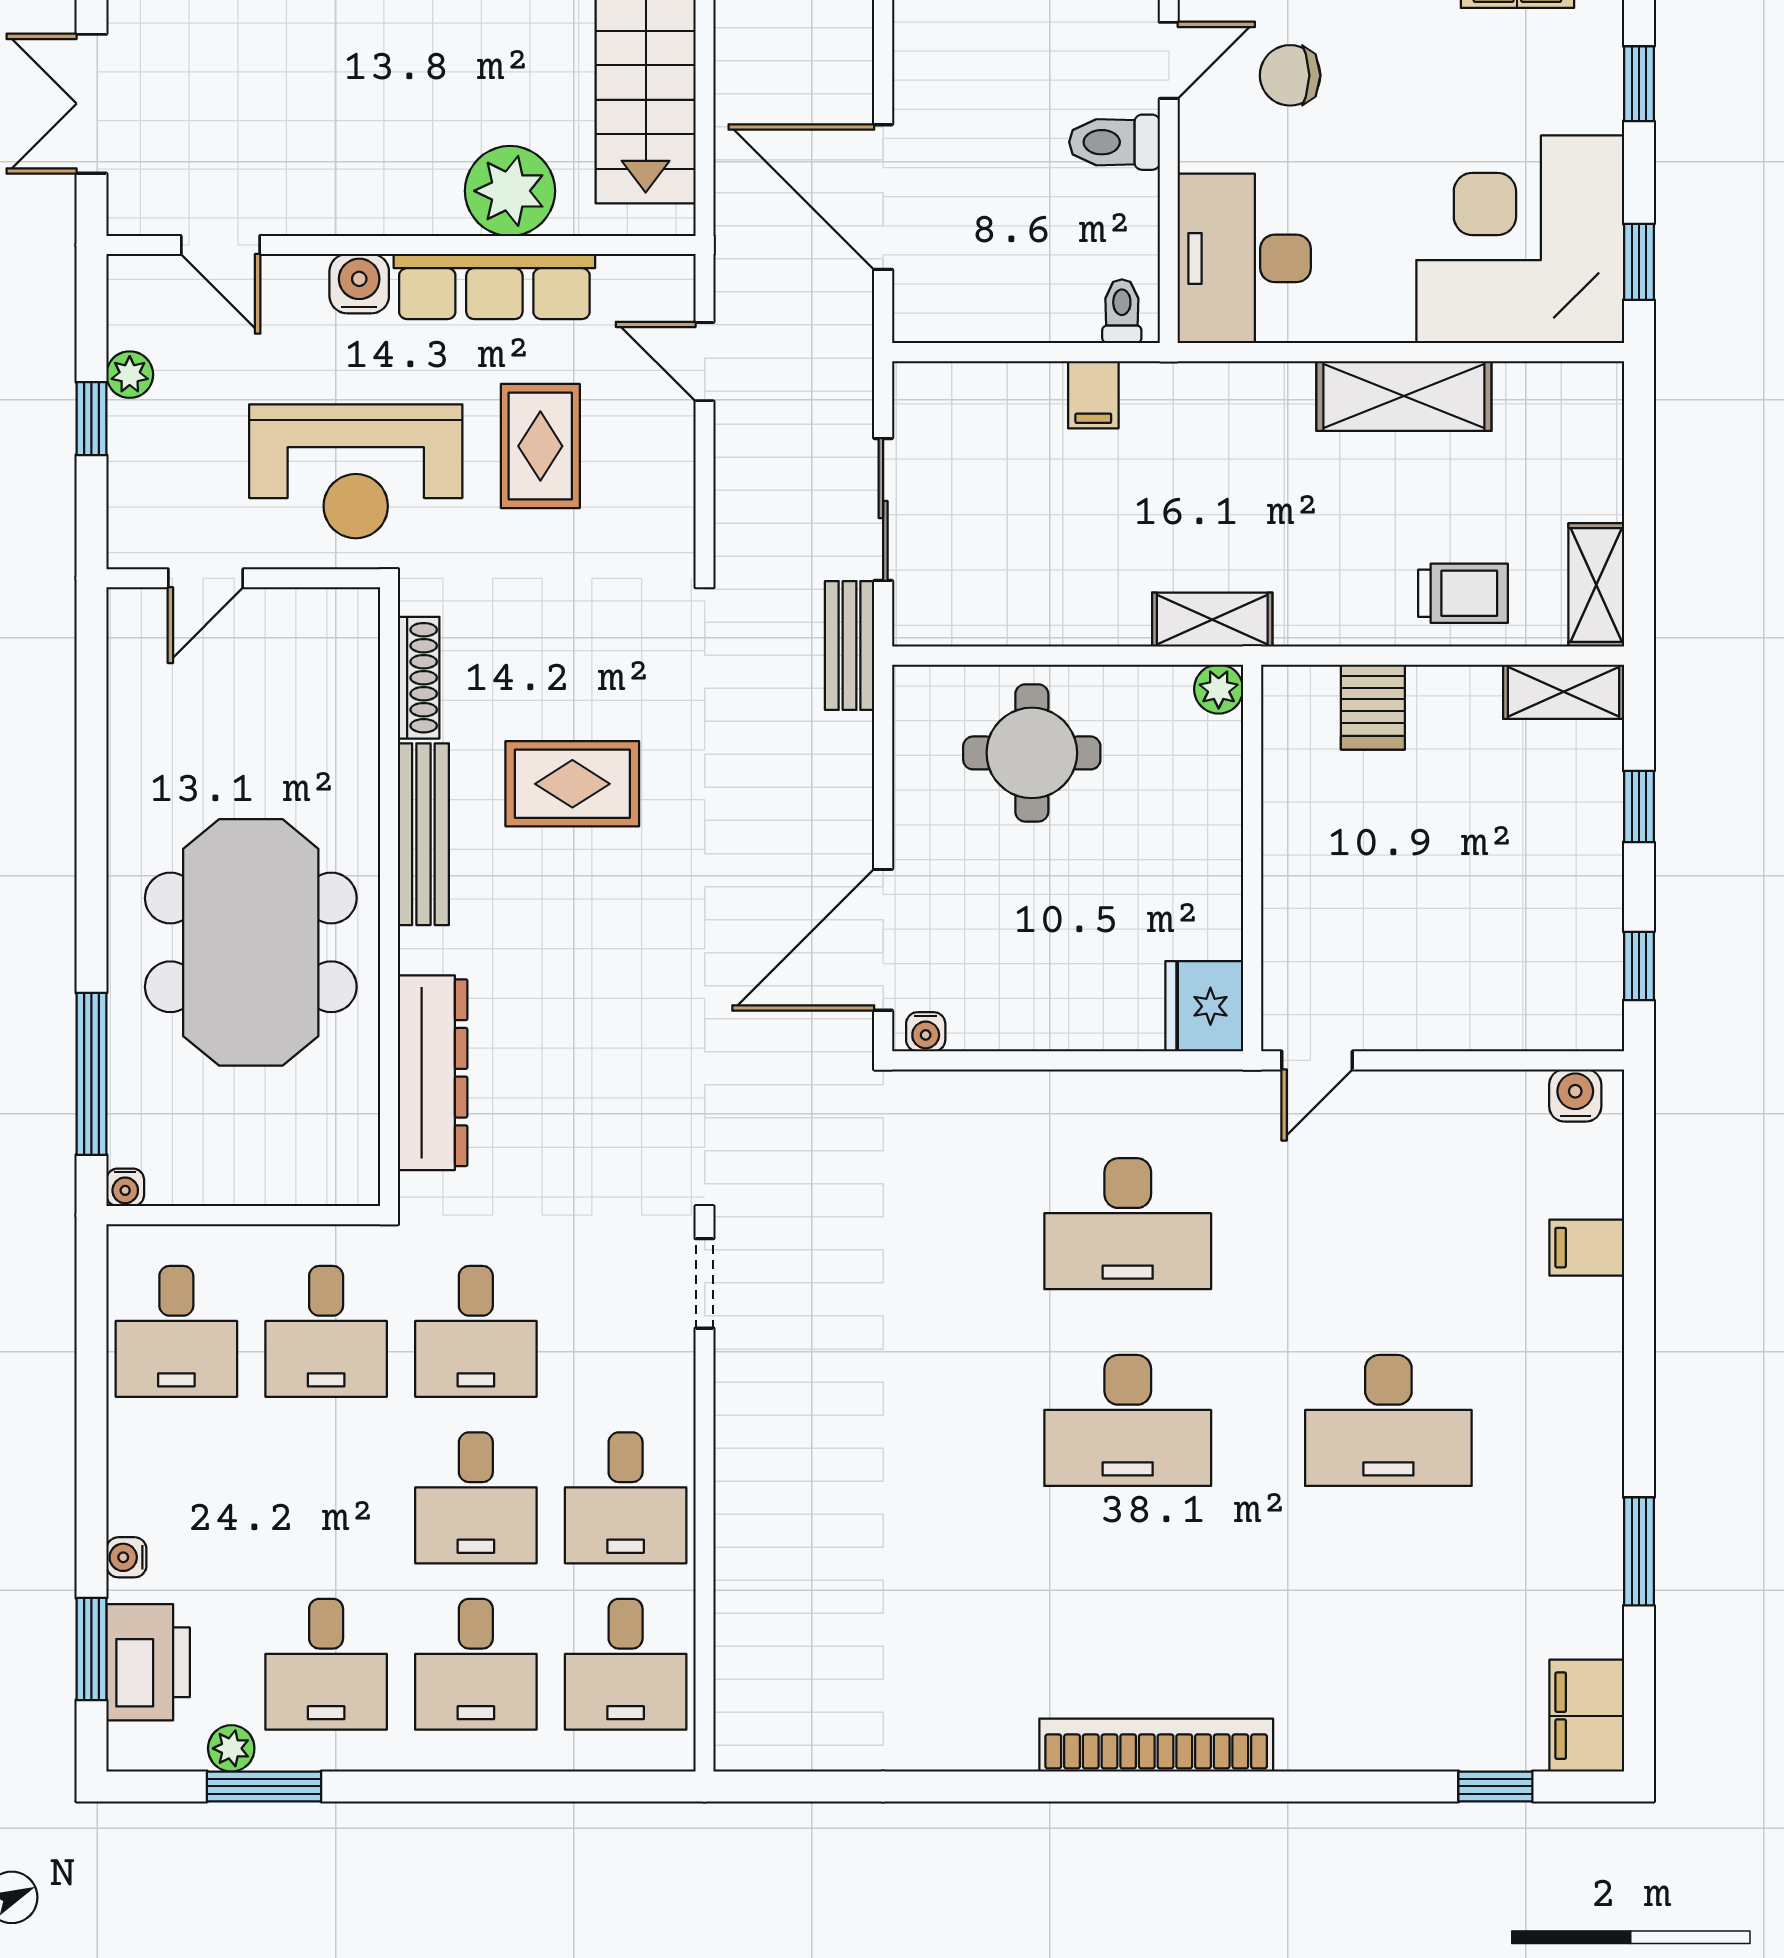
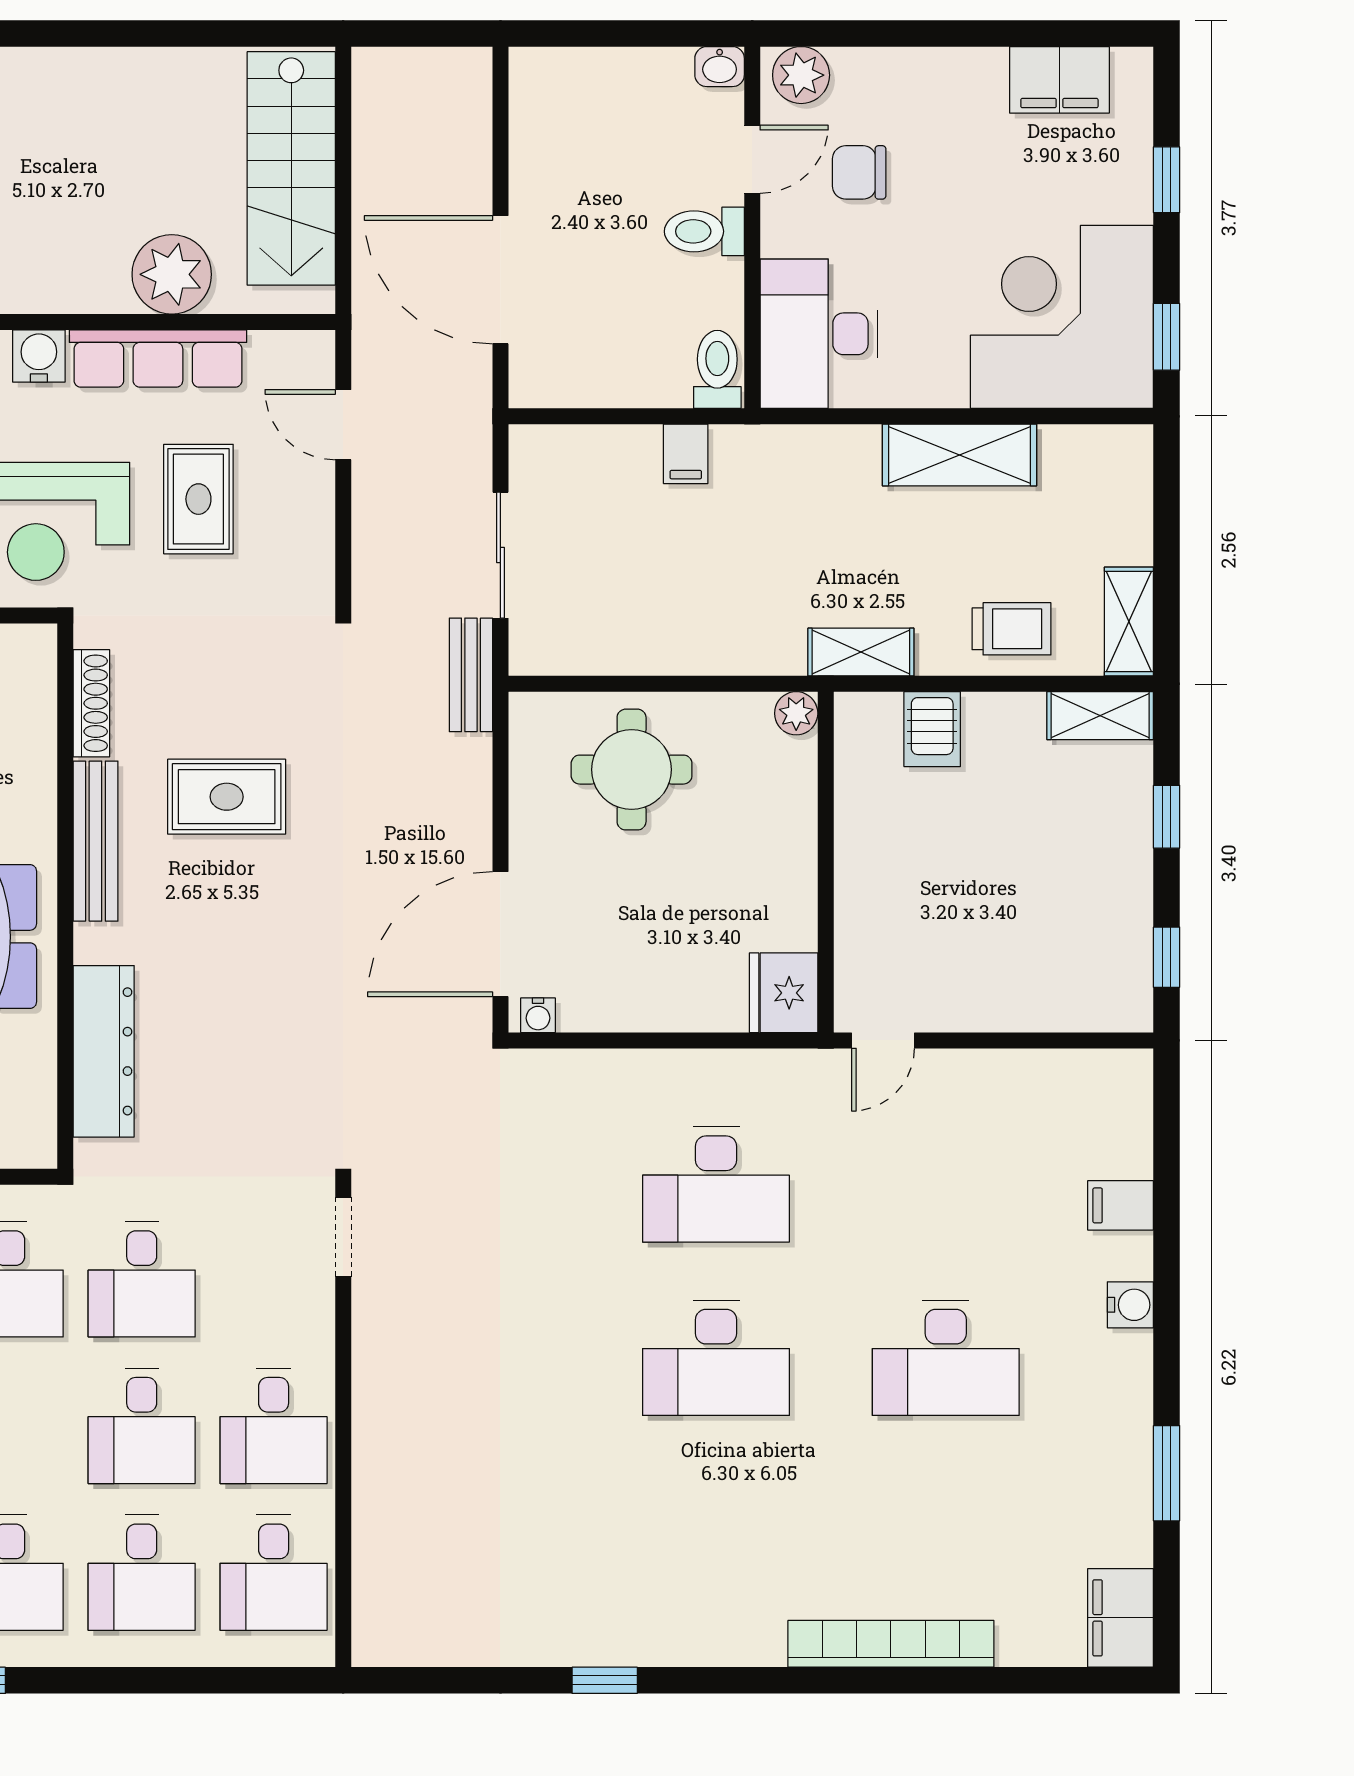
toilet: (1122, 311) -> (717, 369), width x1.37, depth x1.39
shelving: (1212, 620) -> (861, 652), moved
water cooler: (1575, 1095) -> (1130, 1305), moved, turned 90
bookcase: (1156, 1745) -> (891, 1644), moved
window: (1495, 1786) -> (605, 1680), moved

